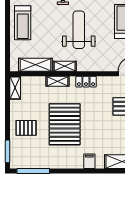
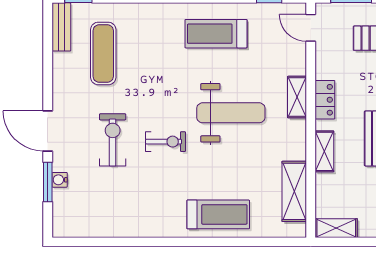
weight bench: (79, 30) -> (231, 113), turned 180
shelving: (65, 66) -> (297, 97), moved

